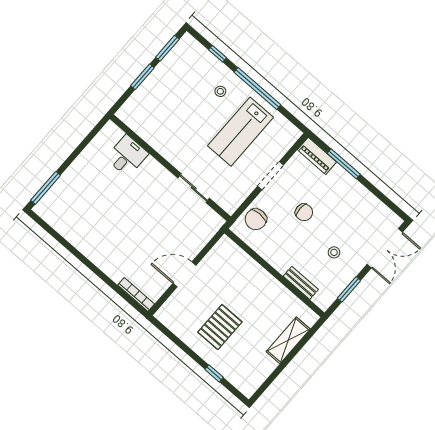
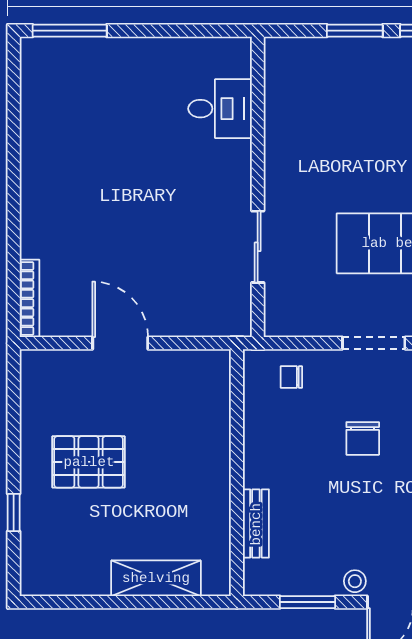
chair: (256, 219) -> (291, 377), width x0.54, depth x0.54
stool: (334, 252) -> (355, 581), moved

